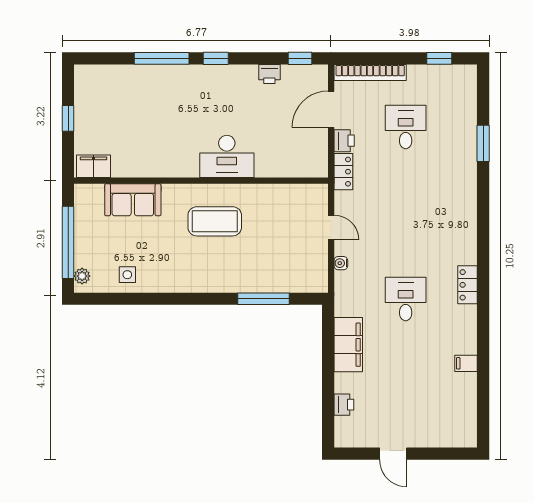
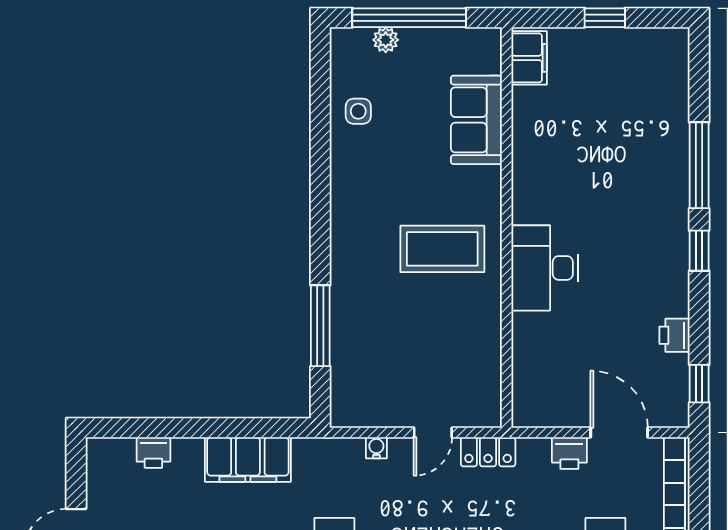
locker: (343, 172) -> (488, 452), moved
coffee table: (215, 221) -> (442, 249), turned 90
plant: (82, 276) -> (386, 40), moved

